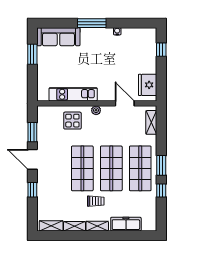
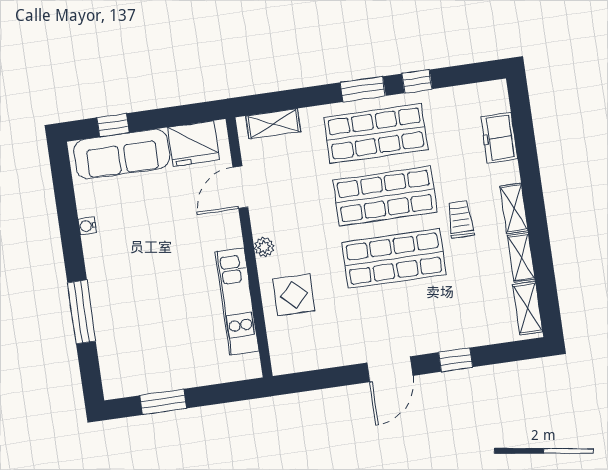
window: (92, 23) -> (81, 312), moved
sofa: (58, 37) -> (122, 154), moved, turned 90
window: (32, 132) -> (331, 378), removed
freezer: (126, 224) -> (499, 138), width x0.71

